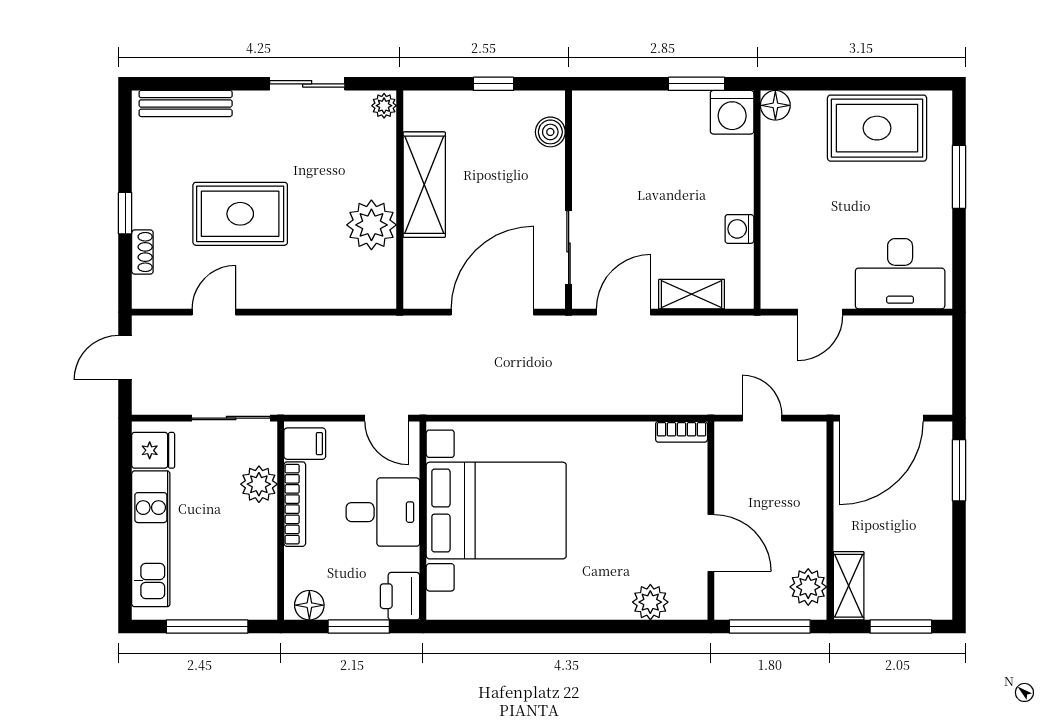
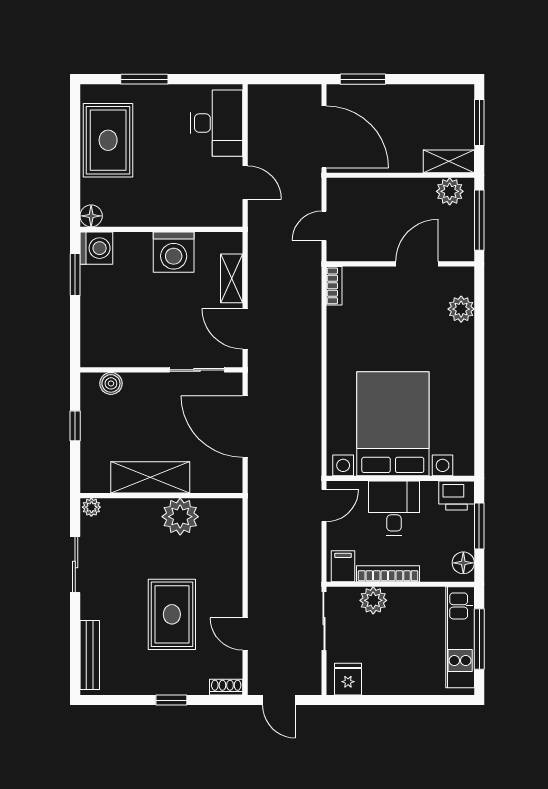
washing machine: (739, 229) -> (174, 252), width x1.89, depth x1.89
shoe rack: (142, 252) -> (226, 687), moved
kitchen unit: (151, 539) -> (460, 637), moved, turned -90

